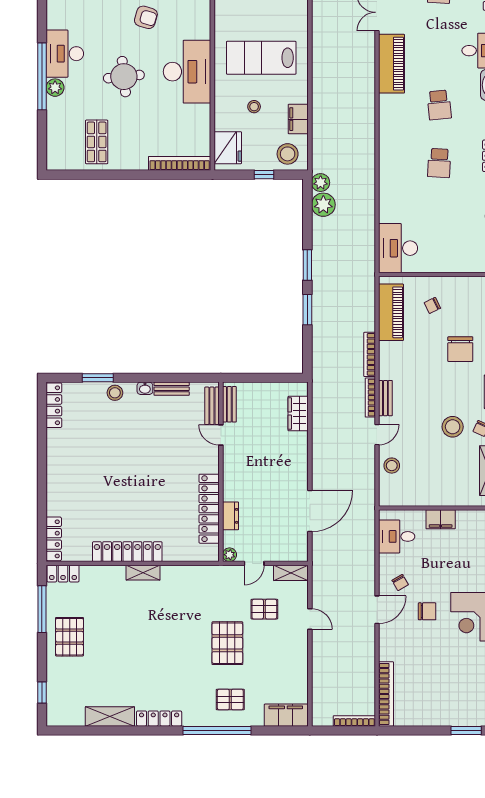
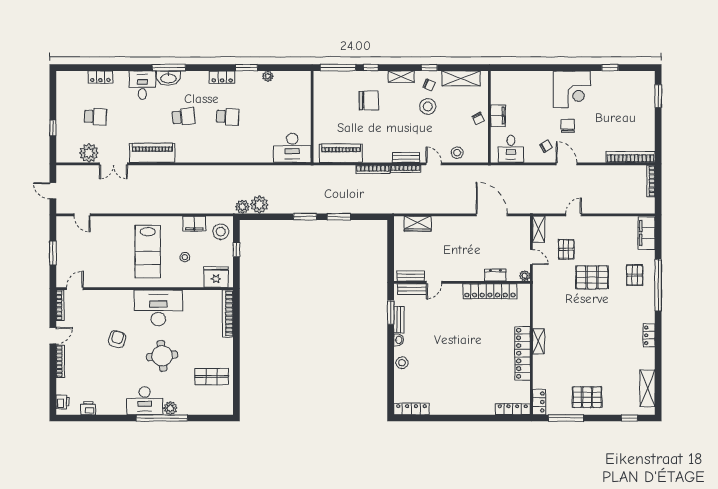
chair: (432, 305) -> (478, 118), moved
window: (98, 378) -> (391, 312), moved
shelving: (110, 716) -> (648, 388), moved
locker: (159, 719) -> (649, 335), width x0.66

